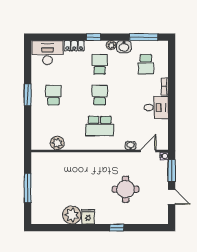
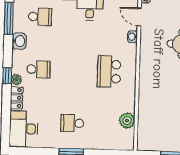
plant: (111, 45) -> (16, 80), moved
school desk: (100, 64) -> (39, 69), turned 180
school desk: (100, 95) -> (74, 70), removed
school desk: (100, 126) -> (109, 71), turned 180

